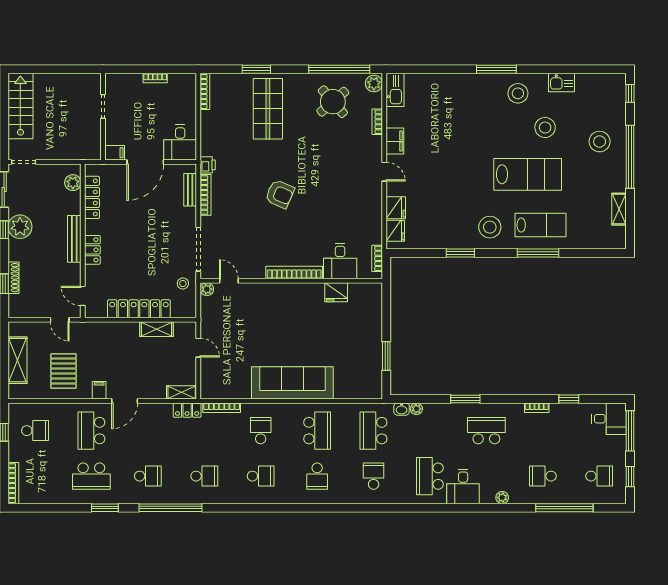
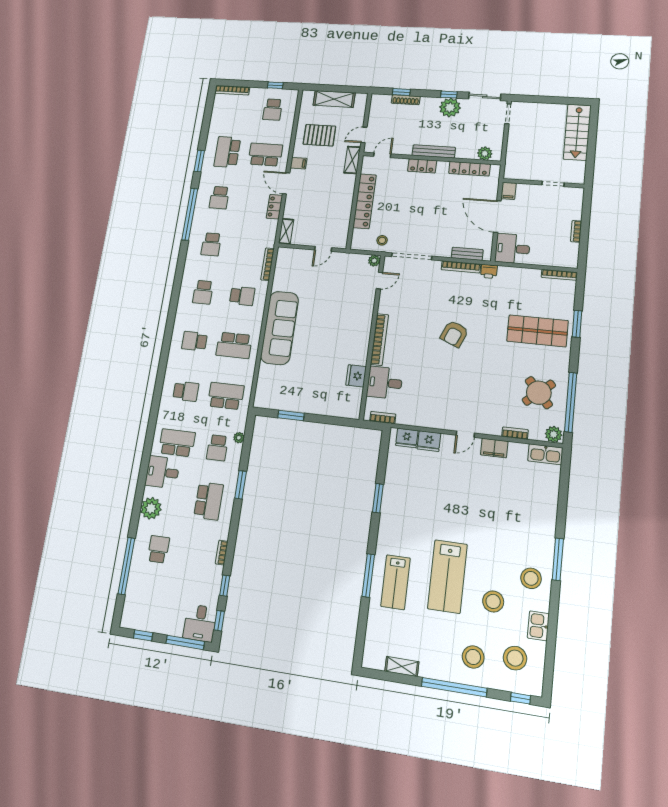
stairs: (20, 106) -> (577, 132), moved, turned 90
stool: (490, 227) -> (515, 658), moved
shelving: (156, 329) -> (352, 160), moved
window: (604, 399) -> (219, 621), added
washbasin: (402, 409) -> (241, 424), removed
locker: (187, 410) -> (274, 207), moved
school desk: (599, 476) -> (217, 448), moved
plant: (502, 498) -> (151, 508), width x1.88, depth x1.88

